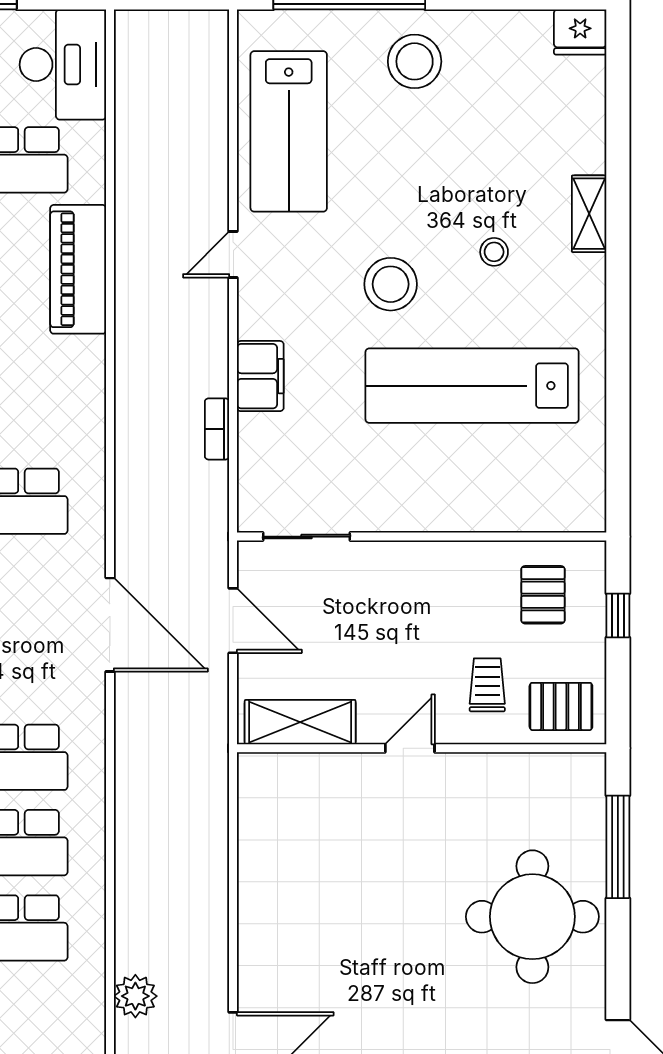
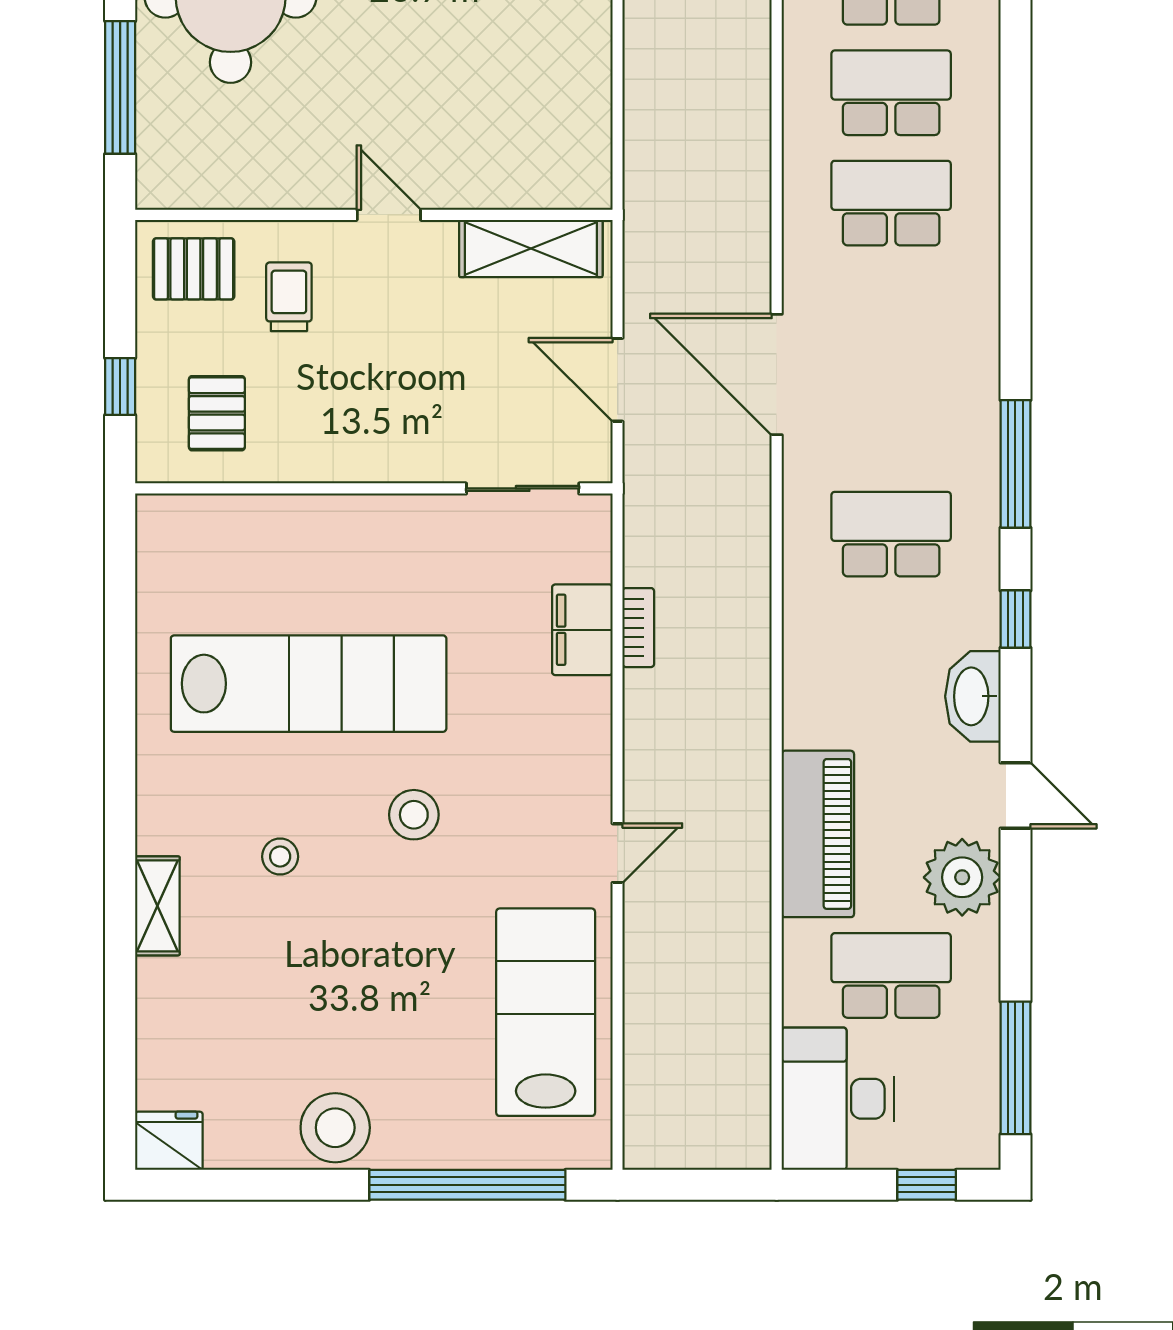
stool: (415, 61) -> (335, 1128), moved
stool: (391, 284) -> (414, 815), width x0.73, depth x0.73
filing cabinet: (260, 376) -> (582, 630), moved
trolley: (487, 685) -> (289, 297), turned 180
door: (410, 748) -> (389, 215), swing flipped

